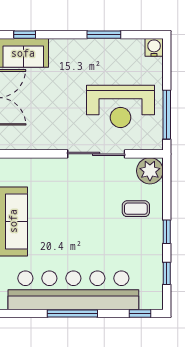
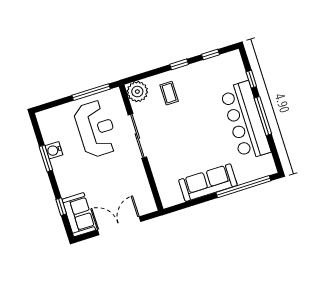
window: (25, 35) -> (61, 207), moved
water cooler: (154, 47) -> (54, 150), moved
bar counter: (73, 290) -> (245, 121), width x0.73
window: (140, 313) -> (251, 79), moved

